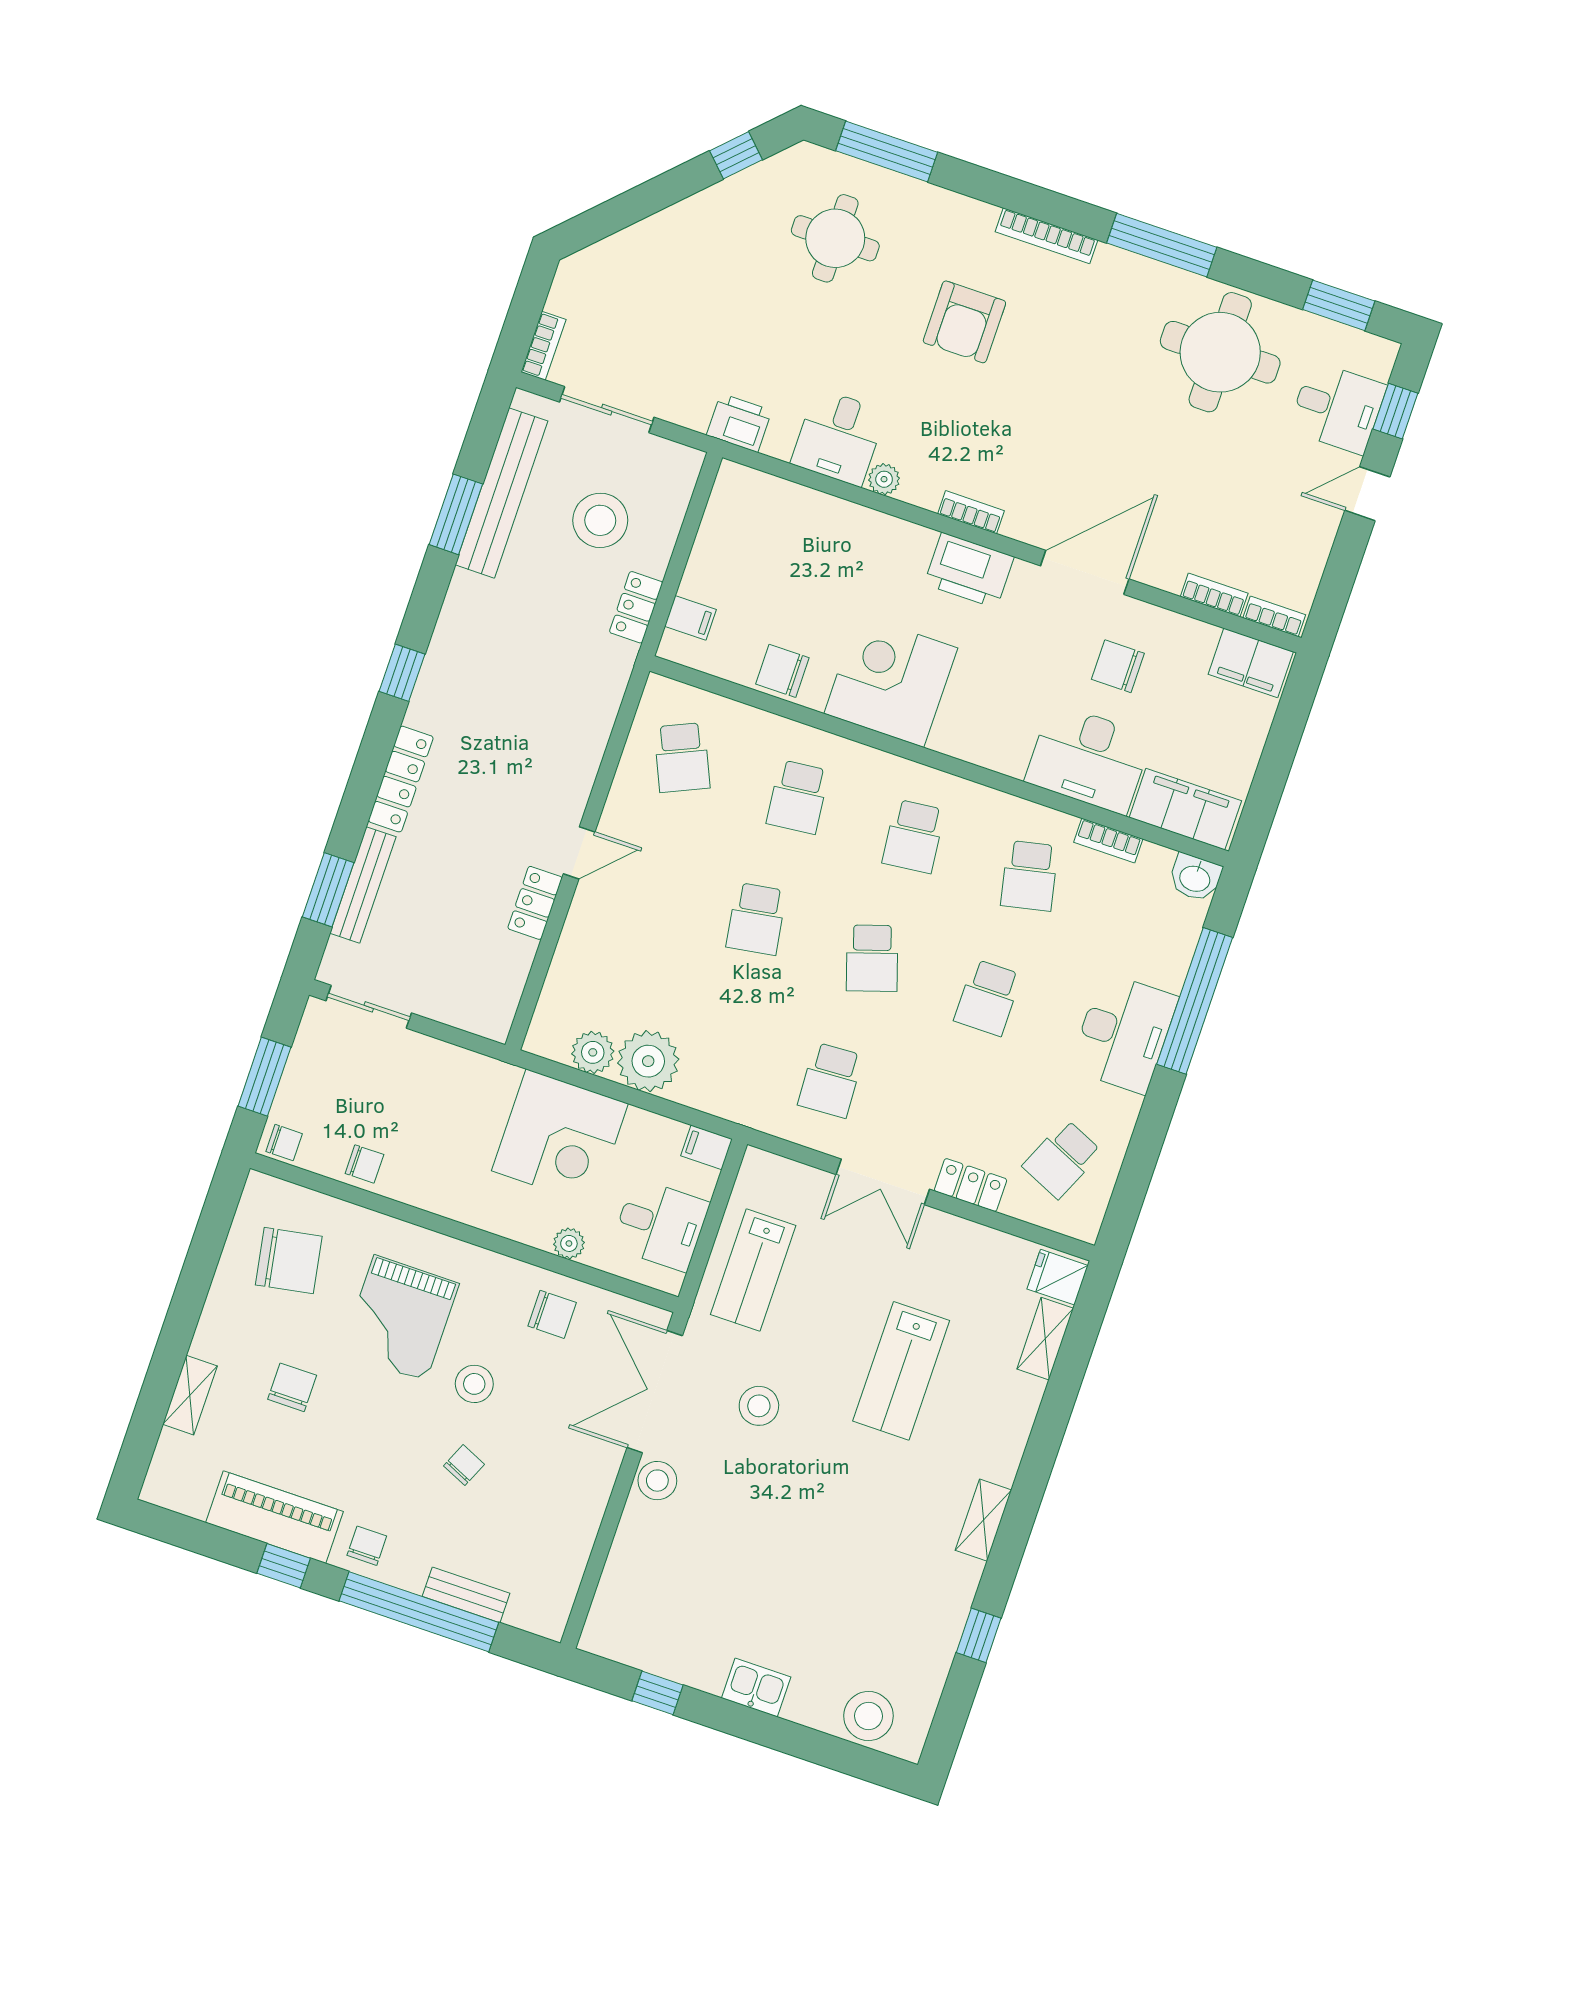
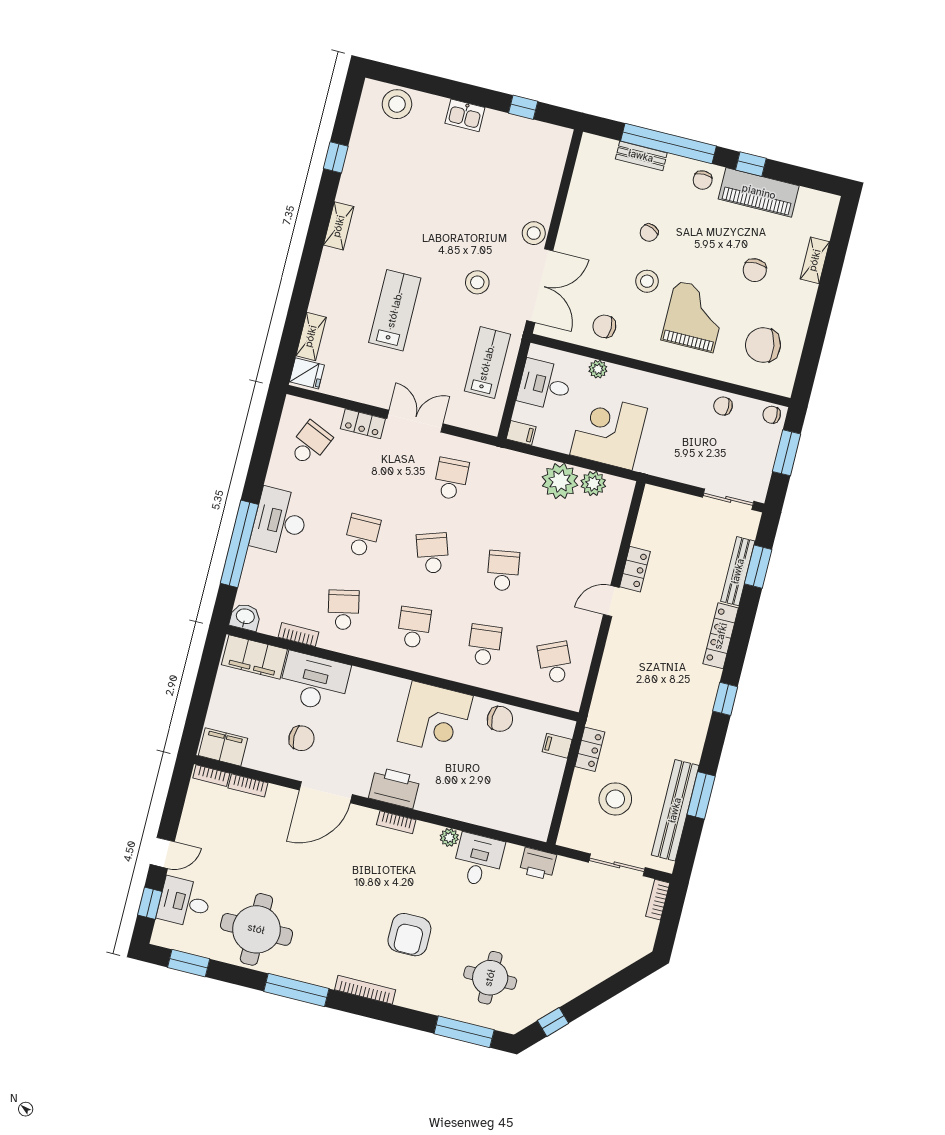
armchair: (964, 322) -> (409, 935), turned 180

